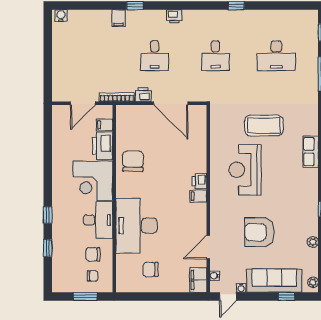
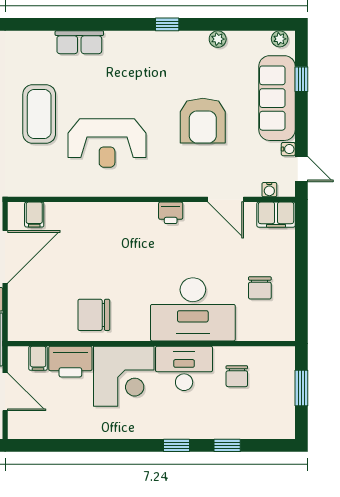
printer: (199, 181) -> (171, 213), moved
filing cabinet: (198, 196) -> (34, 215), moved
chair: (93, 276) -> (270, 377), removed

